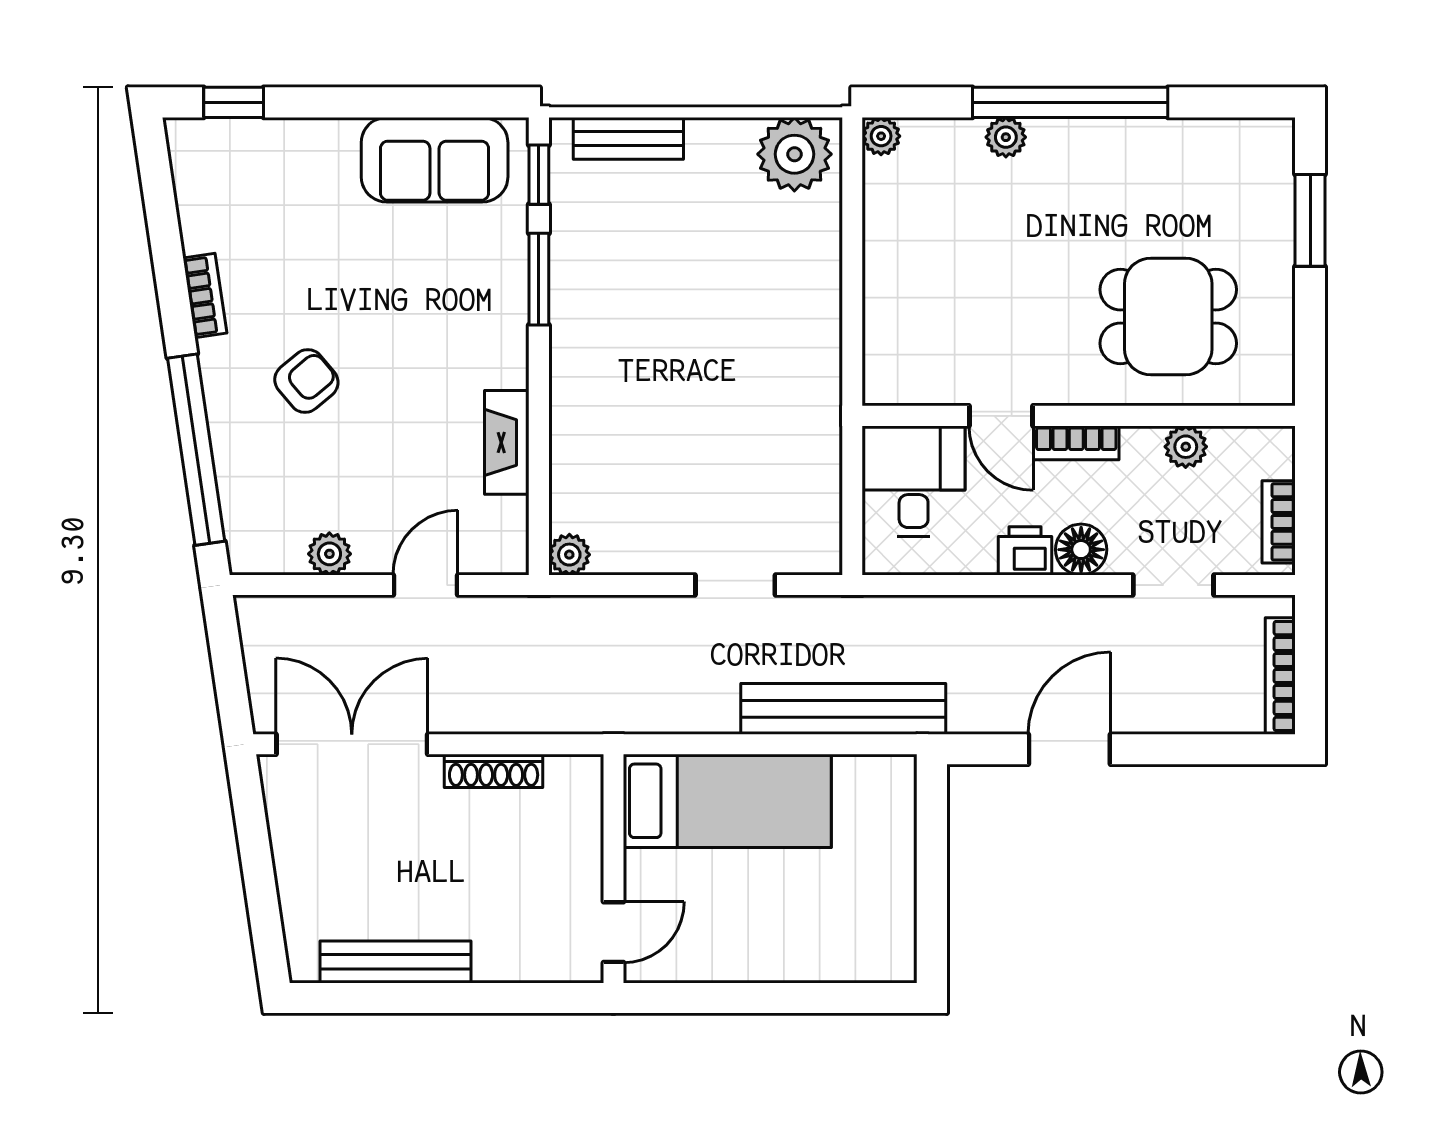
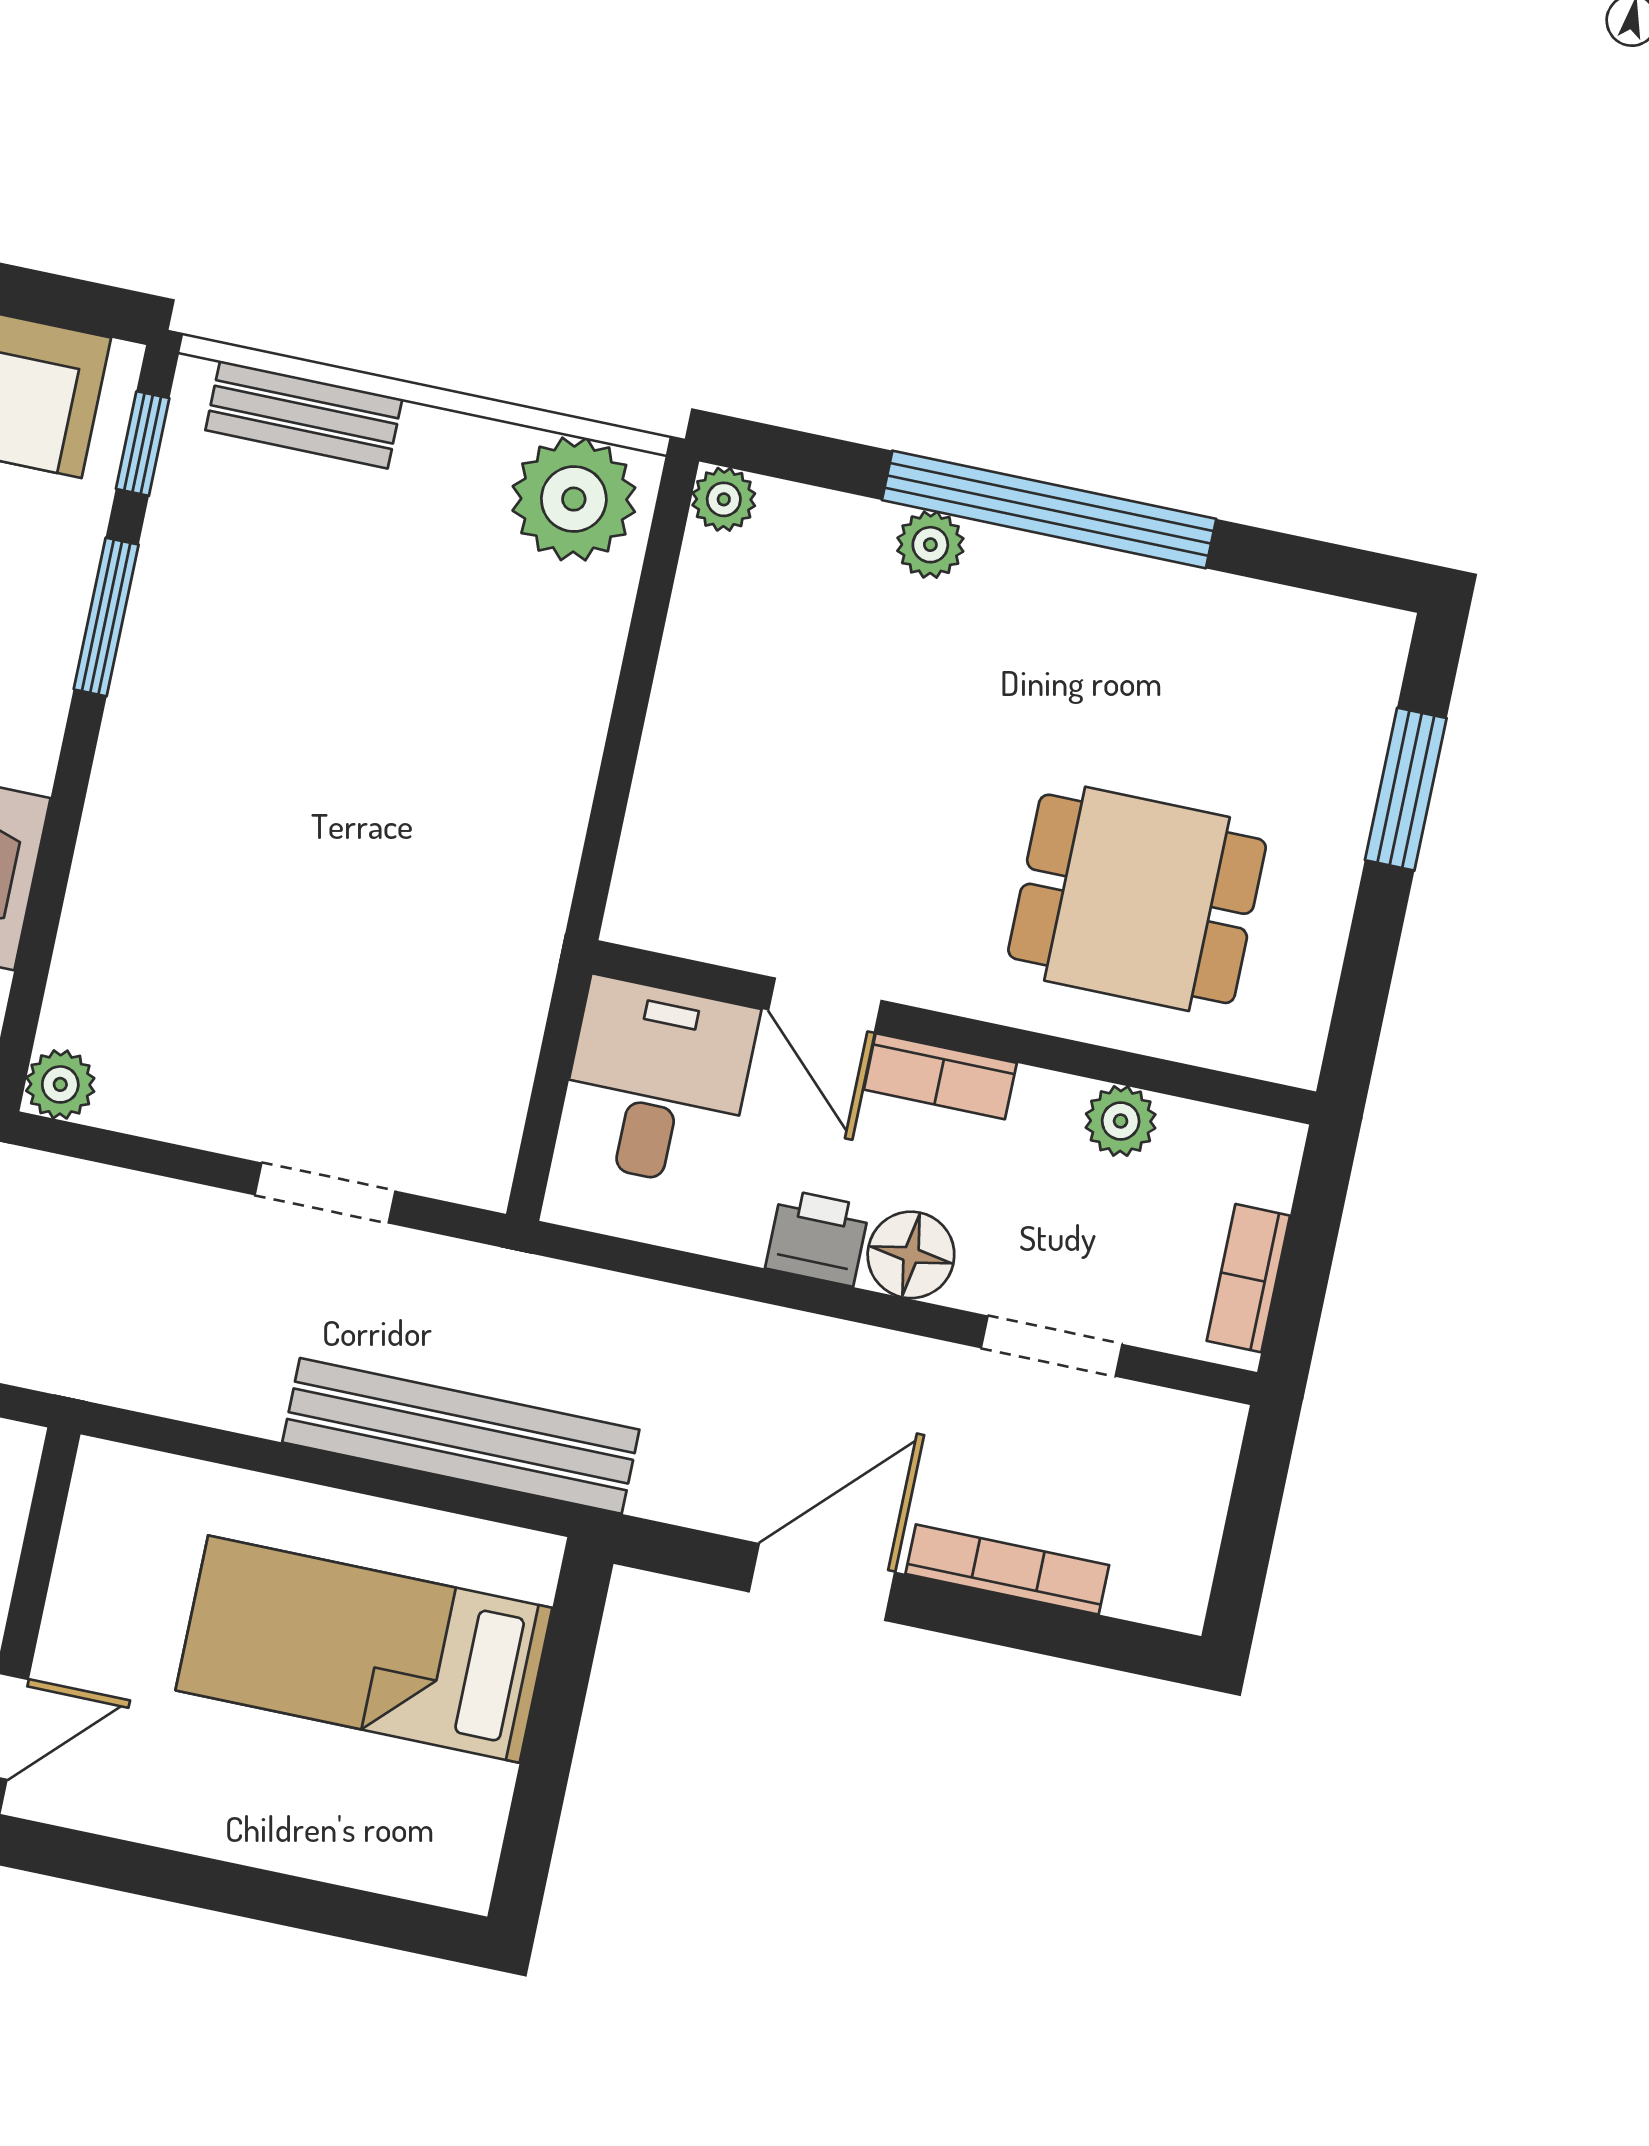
bookcase: (1280, 676) -> (1007, 1569), moved, turned 90
bed: (727, 801) -> (364, 1649), moved, turned 180

